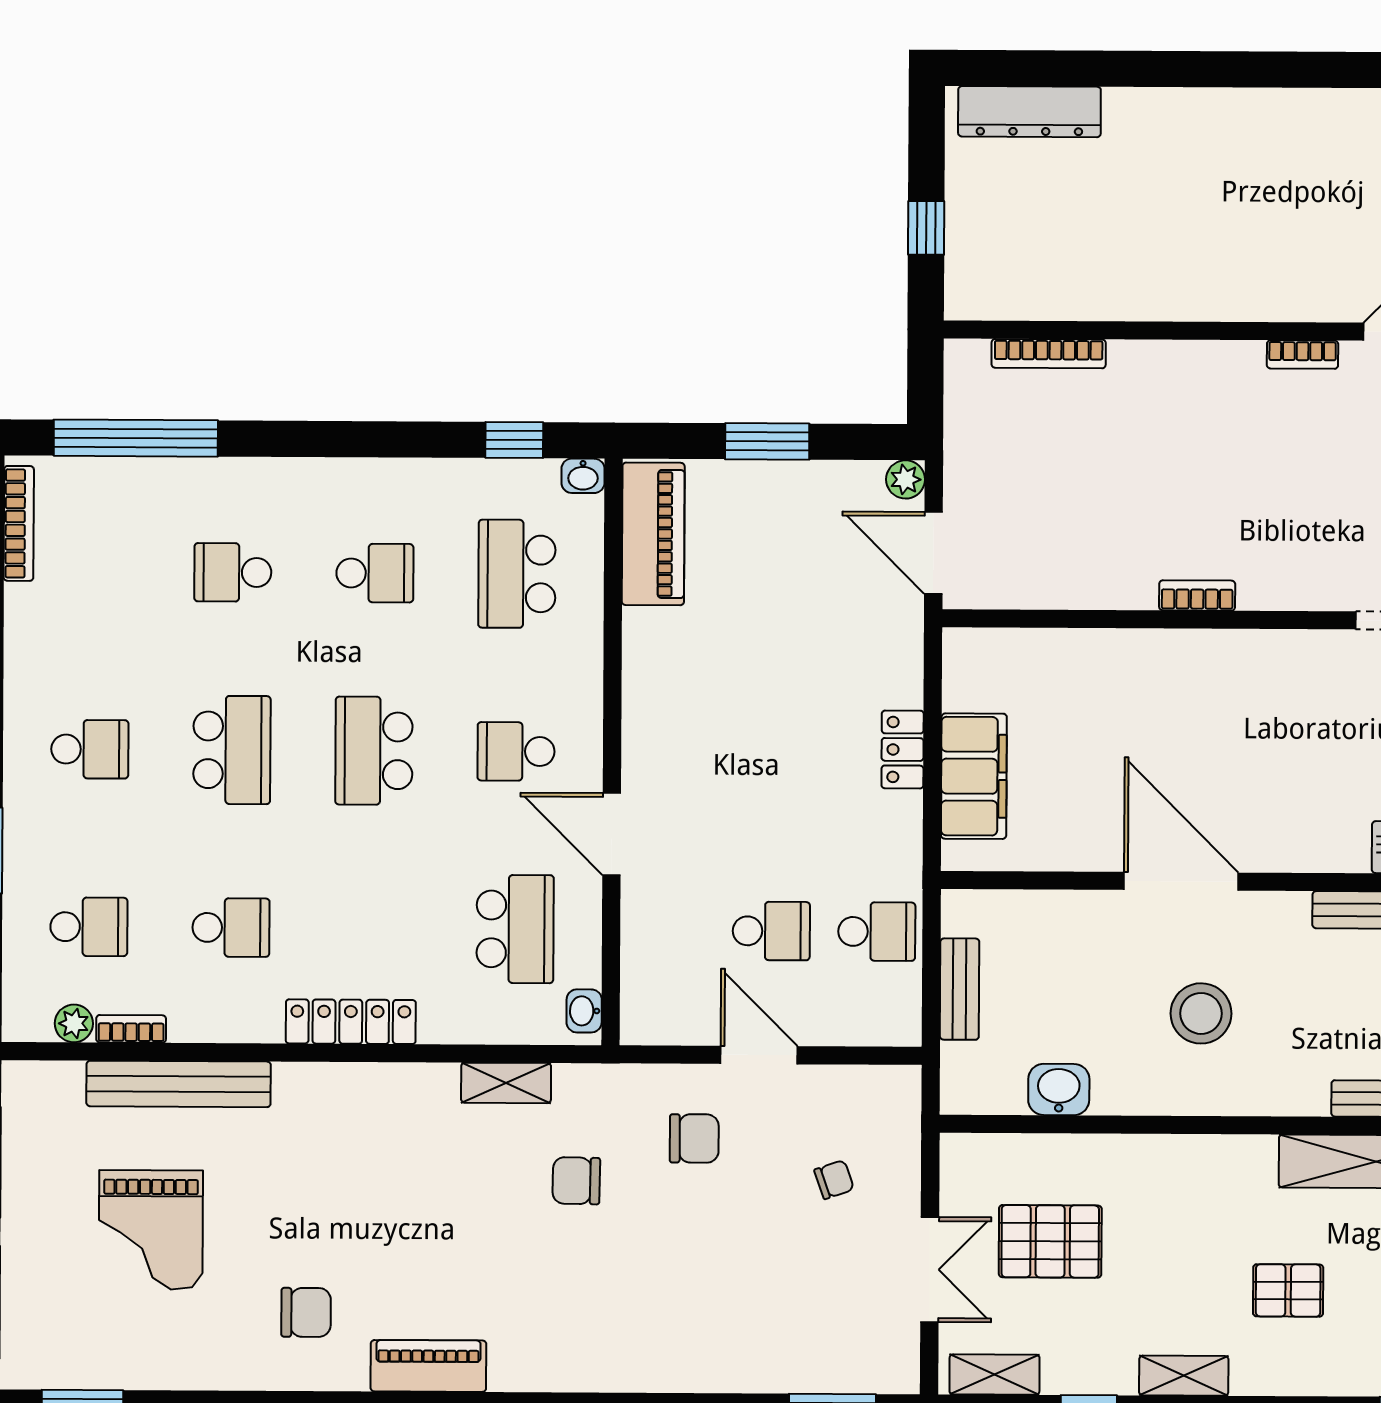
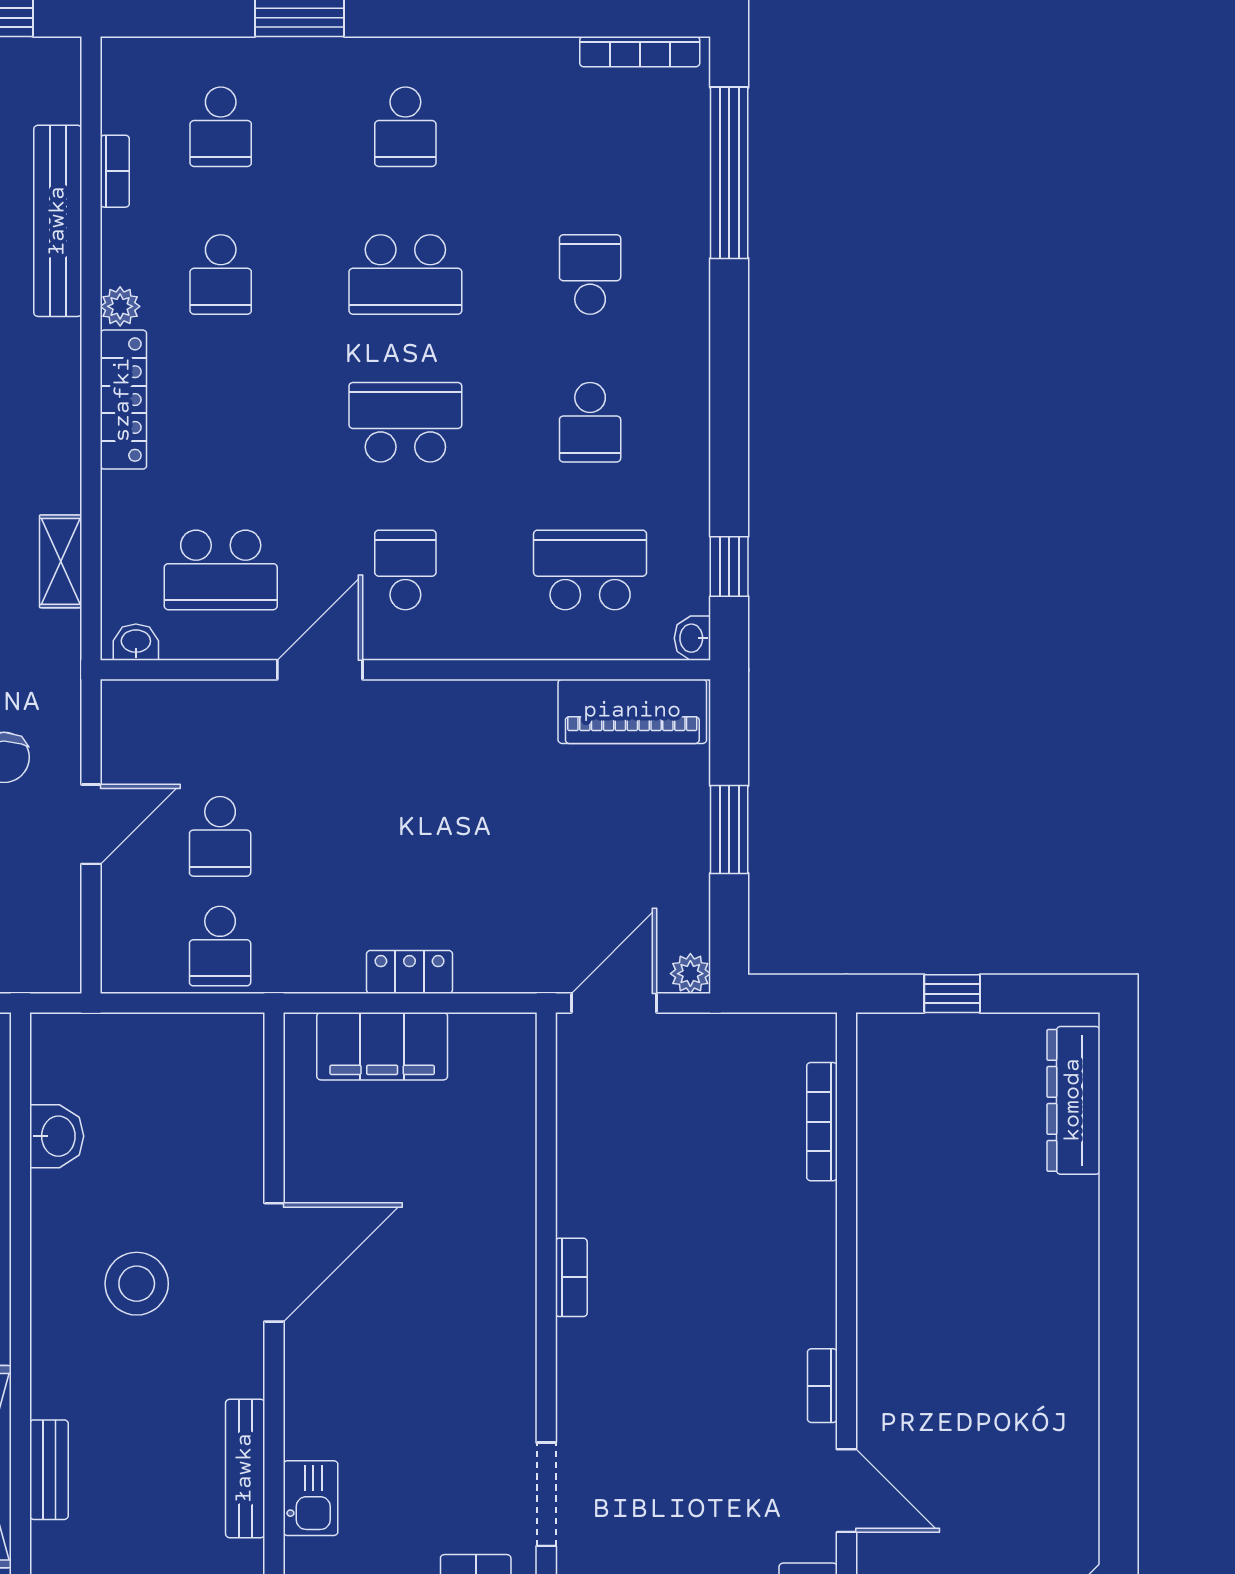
bench: (960, 989) -> (161, 1033), removed
plant: (74, 1023) -> (120, 306), moved

